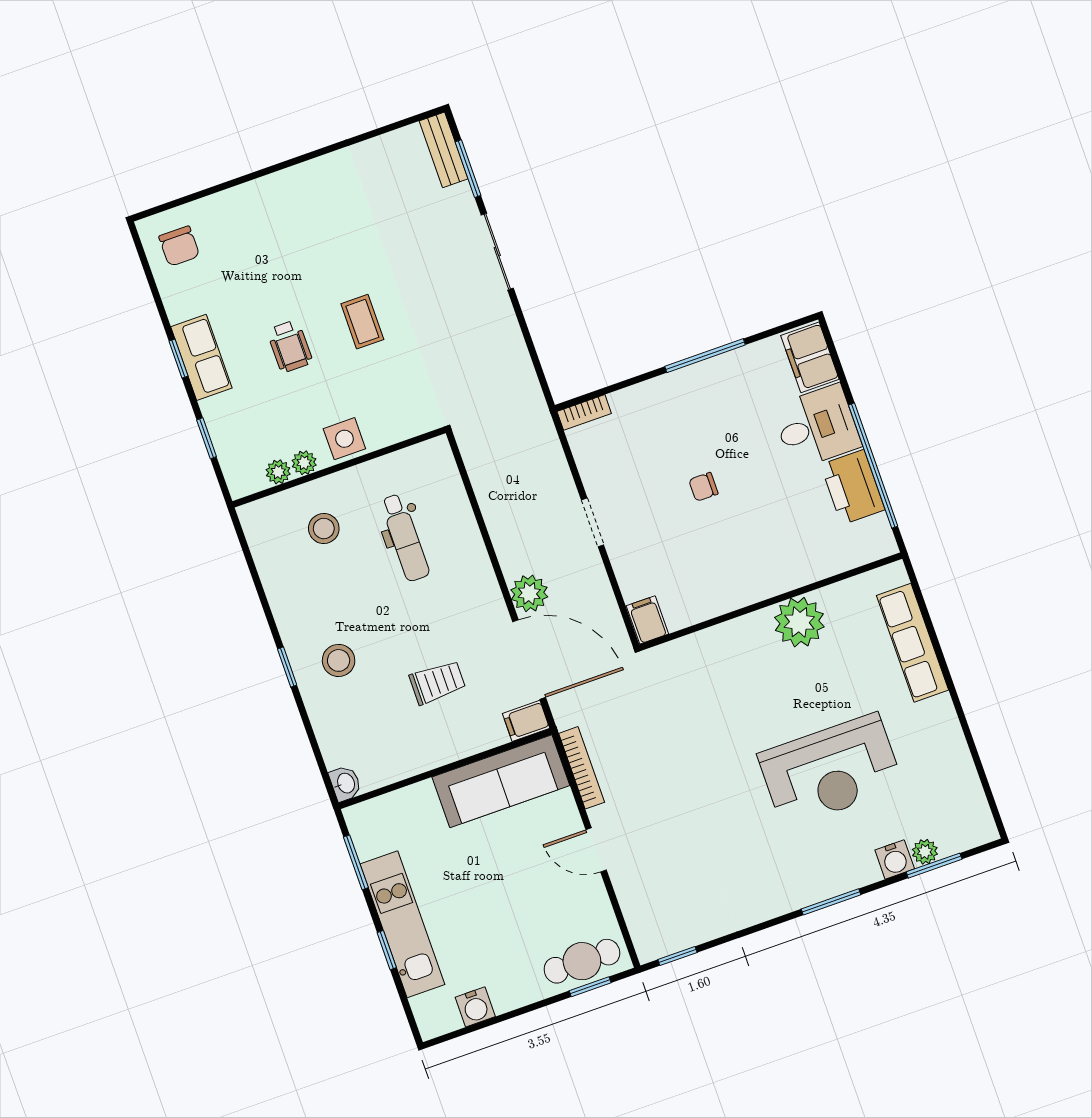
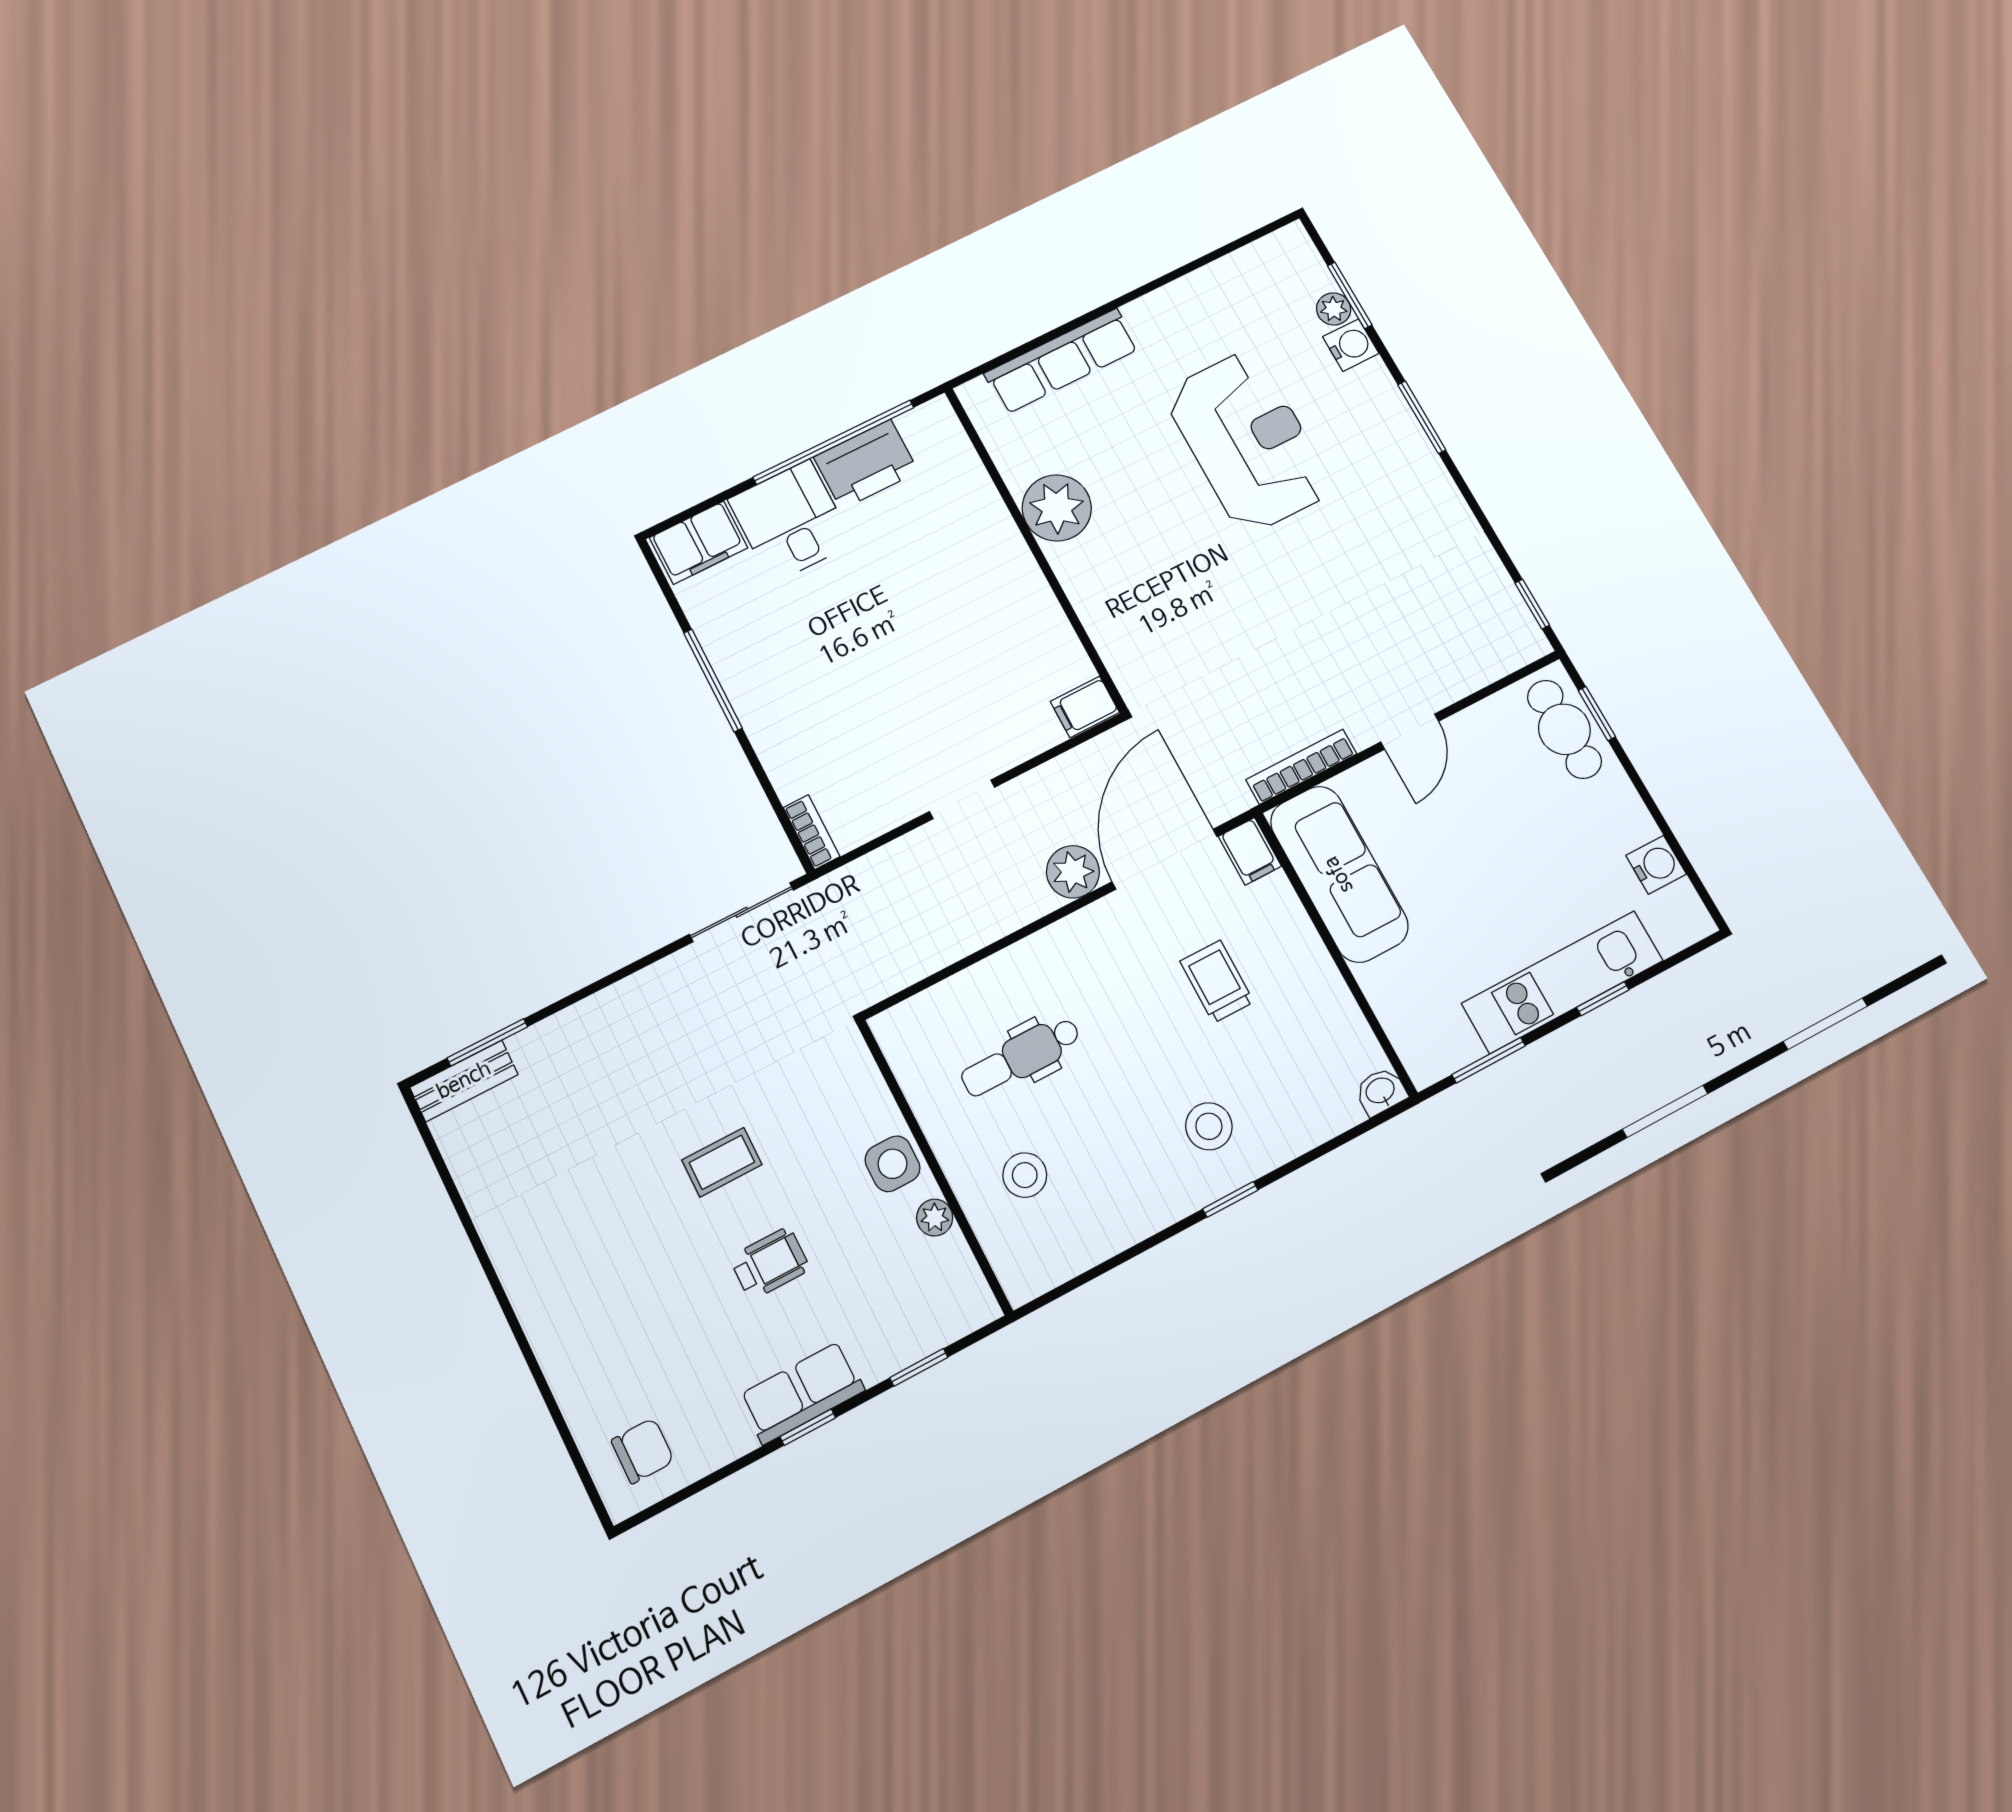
sliding door: (497, 252) -> (742, 912), moved
plant: (278, 472) -> (953, 1254), removed
chair: (703, 487) -> (892, 658), removed
dental chair: (405, 538) -> (1021, 1057), turned 180

